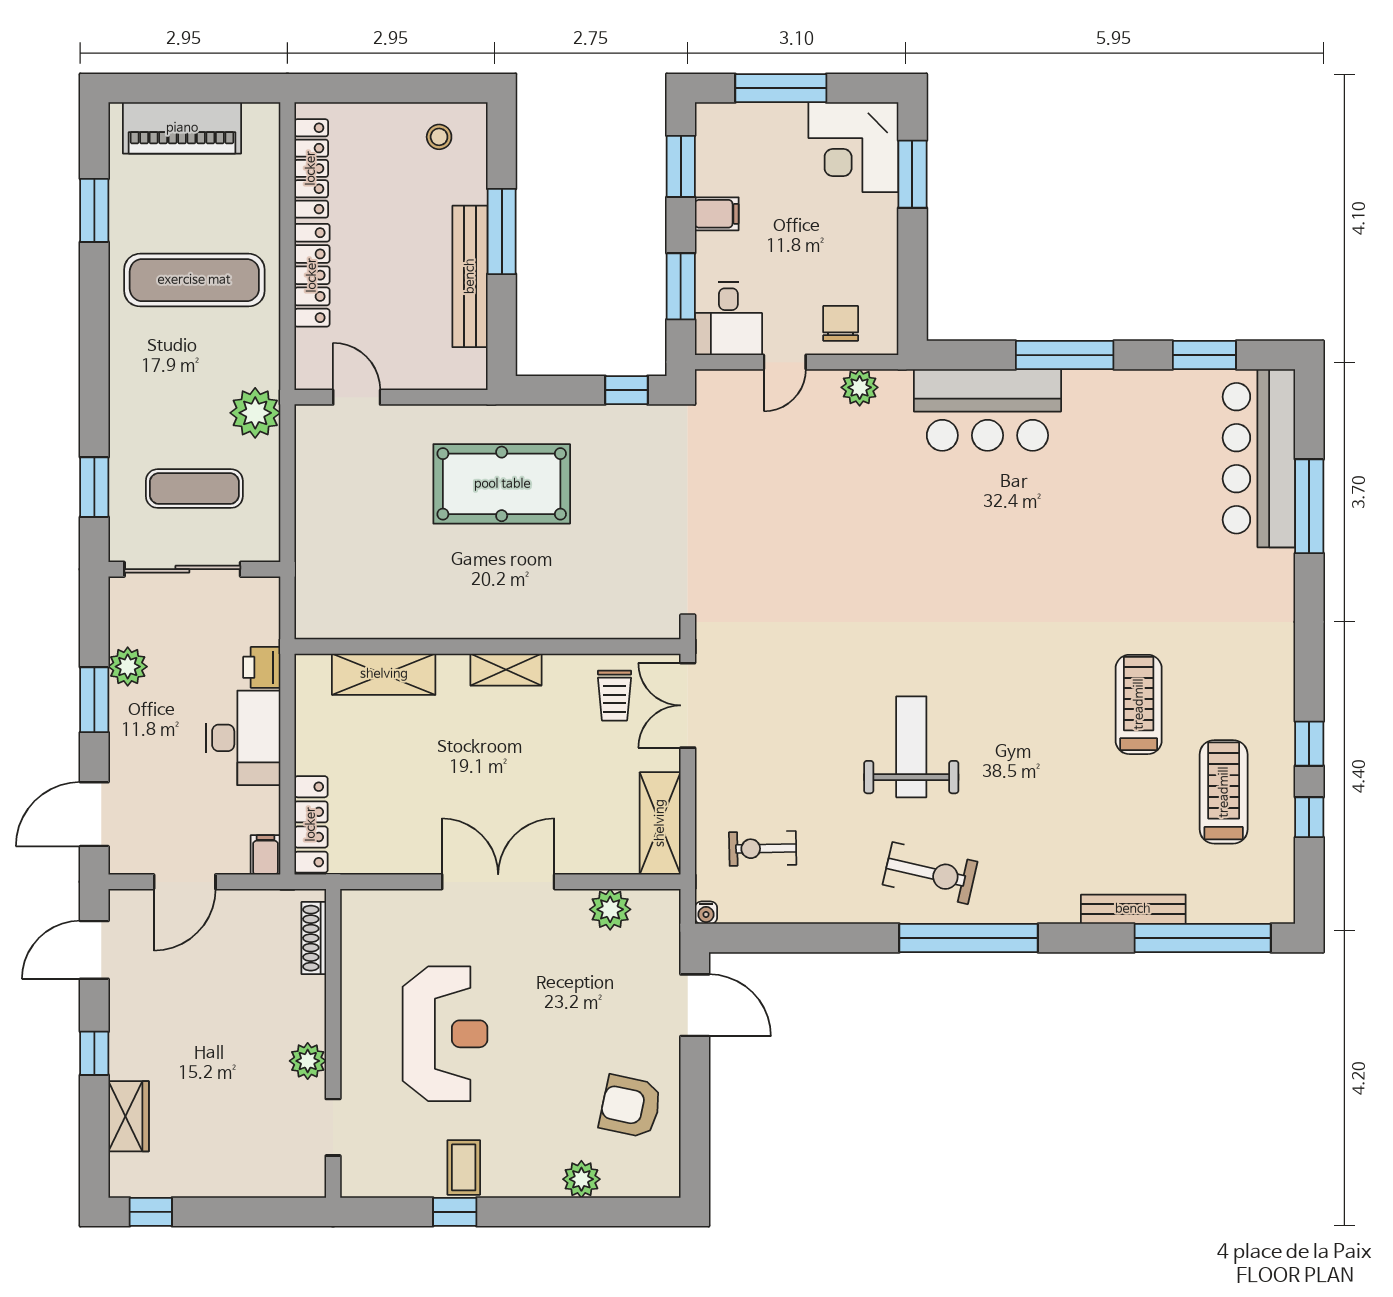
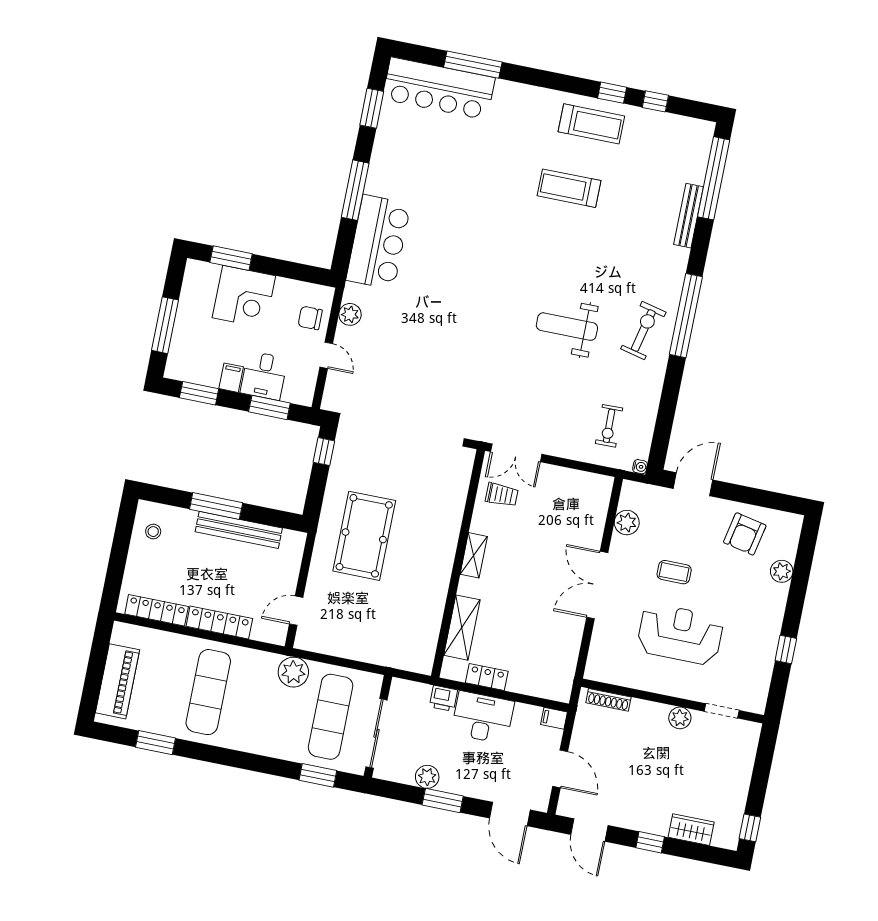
corner desk: (853, 147) -> (244, 297), moved
desk: (728, 319) -> (264, 376), moved, turned 90
exercise mat: (194, 489) -> (331, 717), width x1.36, depth x1.45
treadmill: (1224, 792) -> (591, 124), moved, turned 180
shelving: (660, 823) -> (582, 483), removed
locker: (311, 824) -> (487, 677), moved, width x0.66
coffee table: (464, 1167) -> (674, 572), moved

